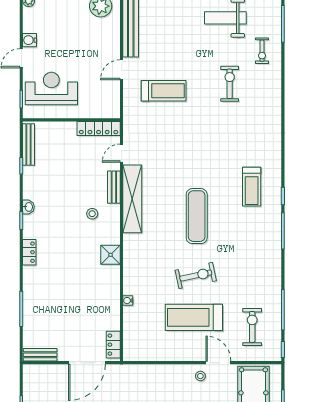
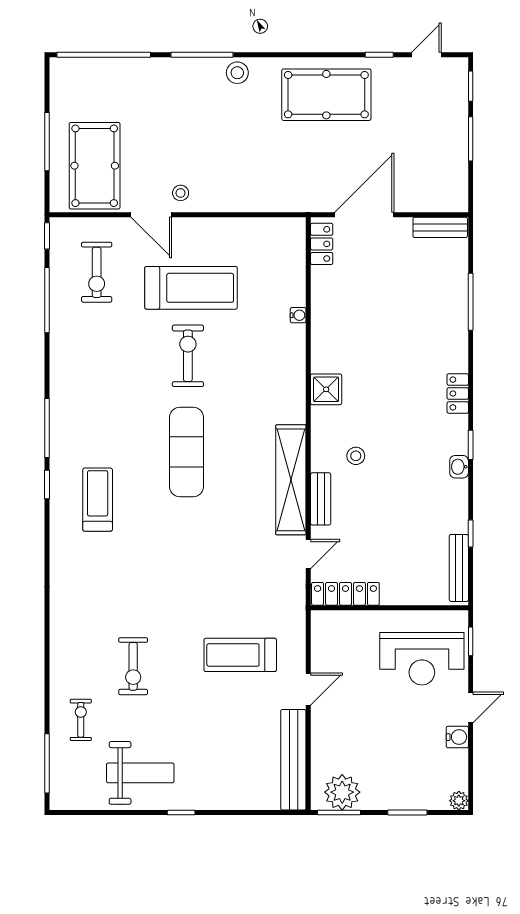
exercise bike: (196, 275) -> (188, 356), turned 102

